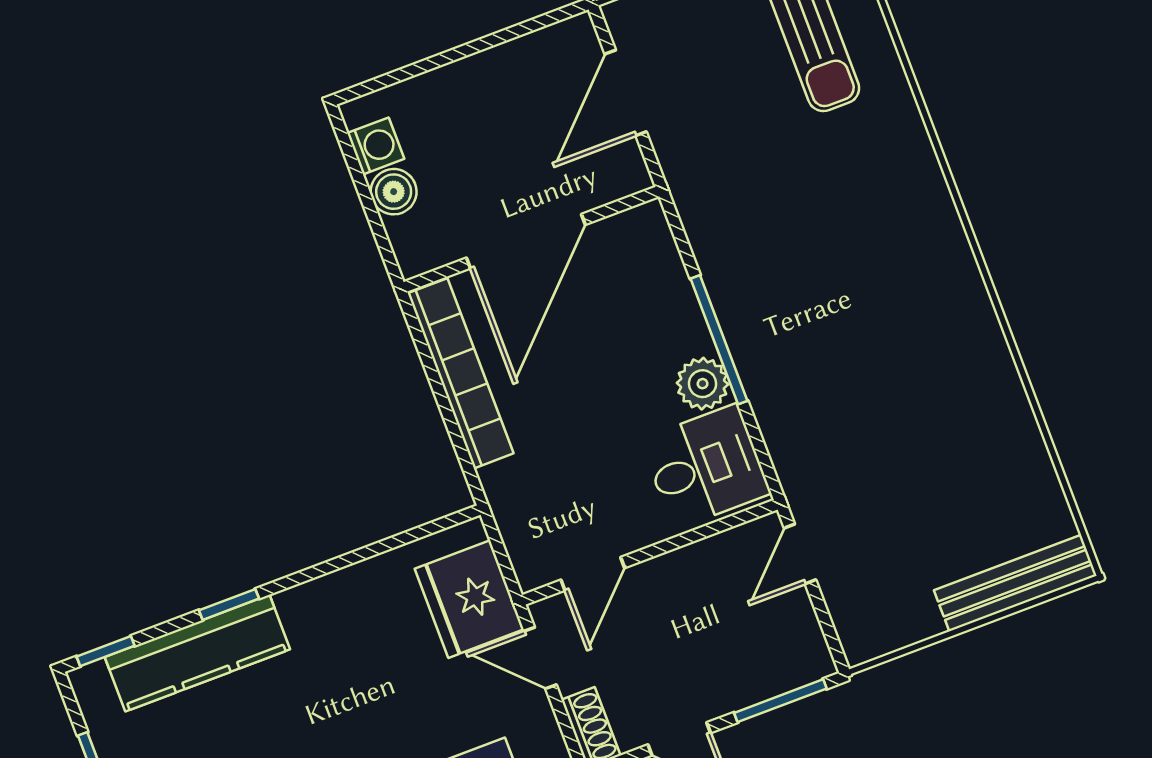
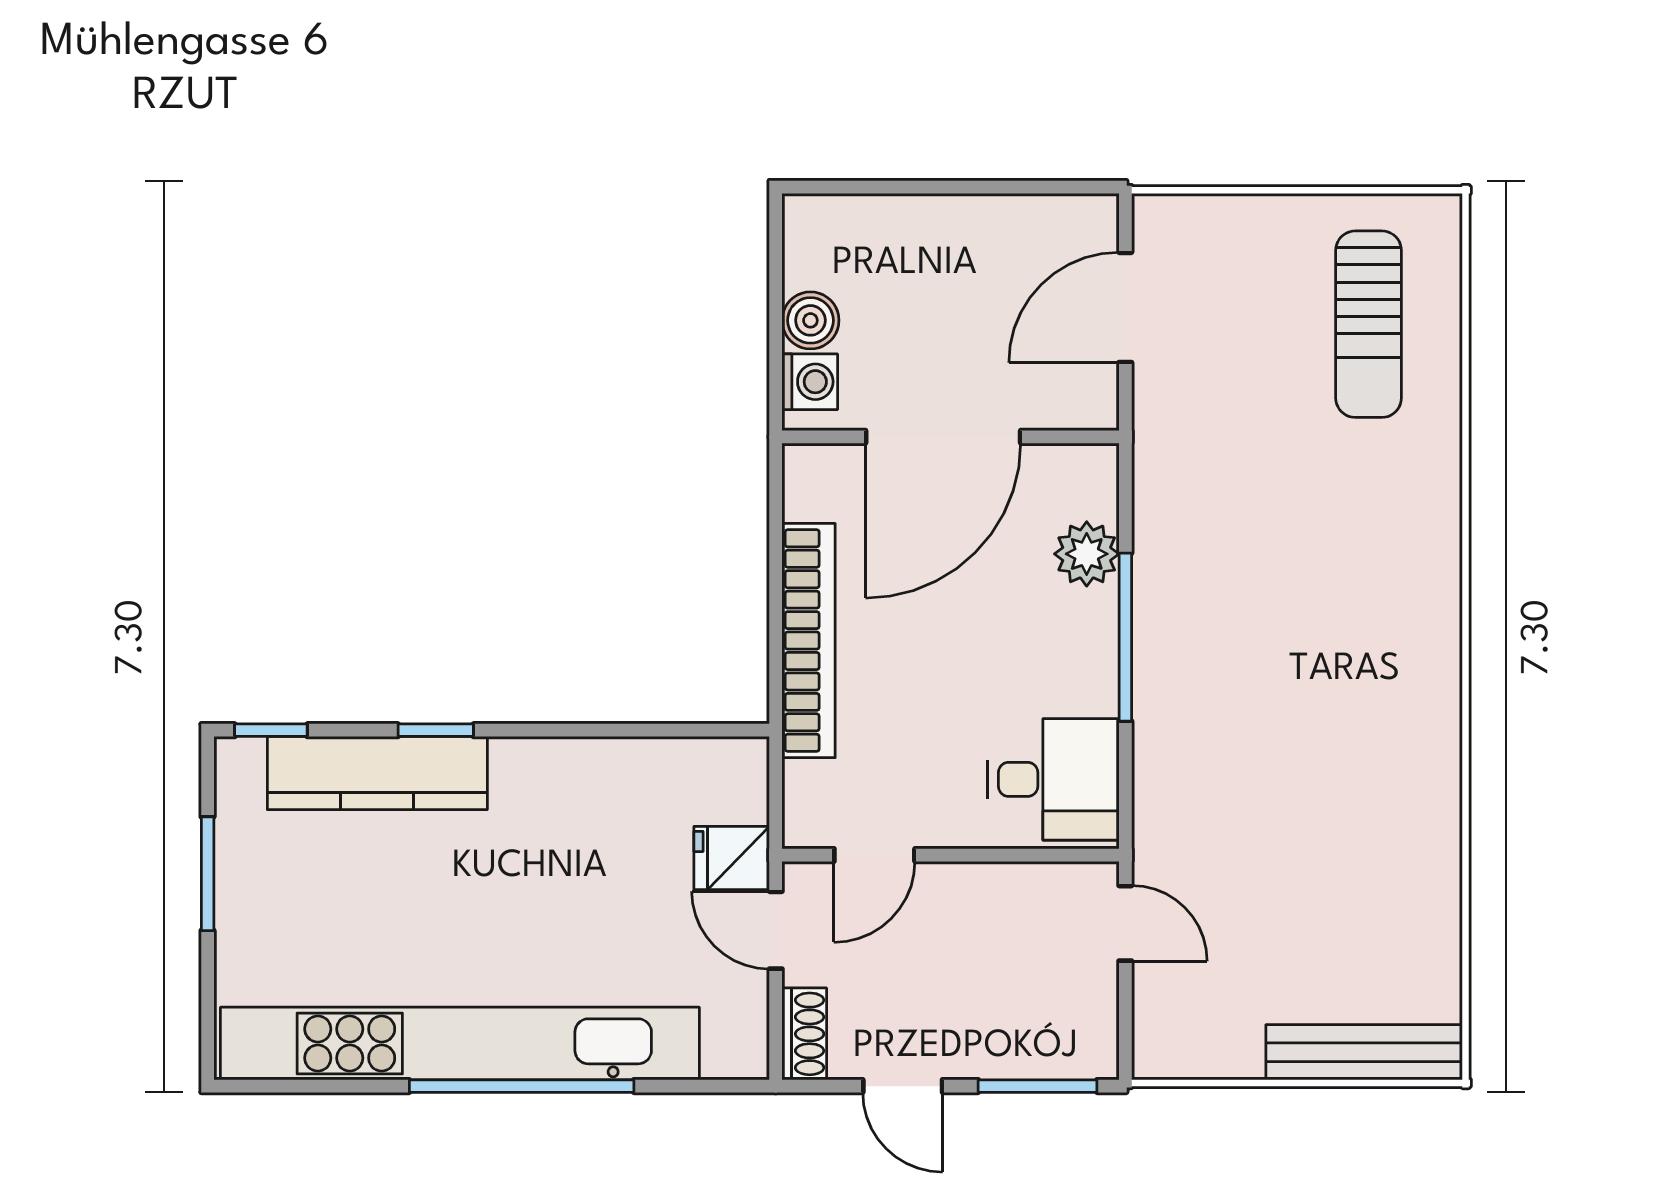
washing machine: (376, 146) -> (810, 382), moved
bookcase: (461, 373) -> (809, 641), moved
plant: (703, 384) -> (1087, 554), moved
door: (800, 554) -> (1125, 923), swing flipped
fridge: (469, 599) -> (732, 858), width x0.53, depth x0.75

